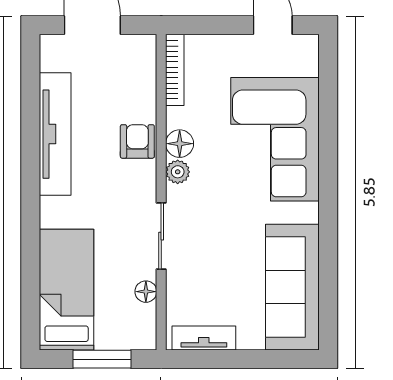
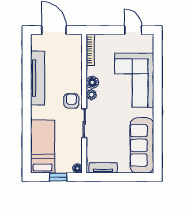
armchair: (137, 141) -> (71, 101), moved
floor lamp: (146, 292) -> (77, 168), moved
window: (102, 359) -> (58, 177), width x0.67

